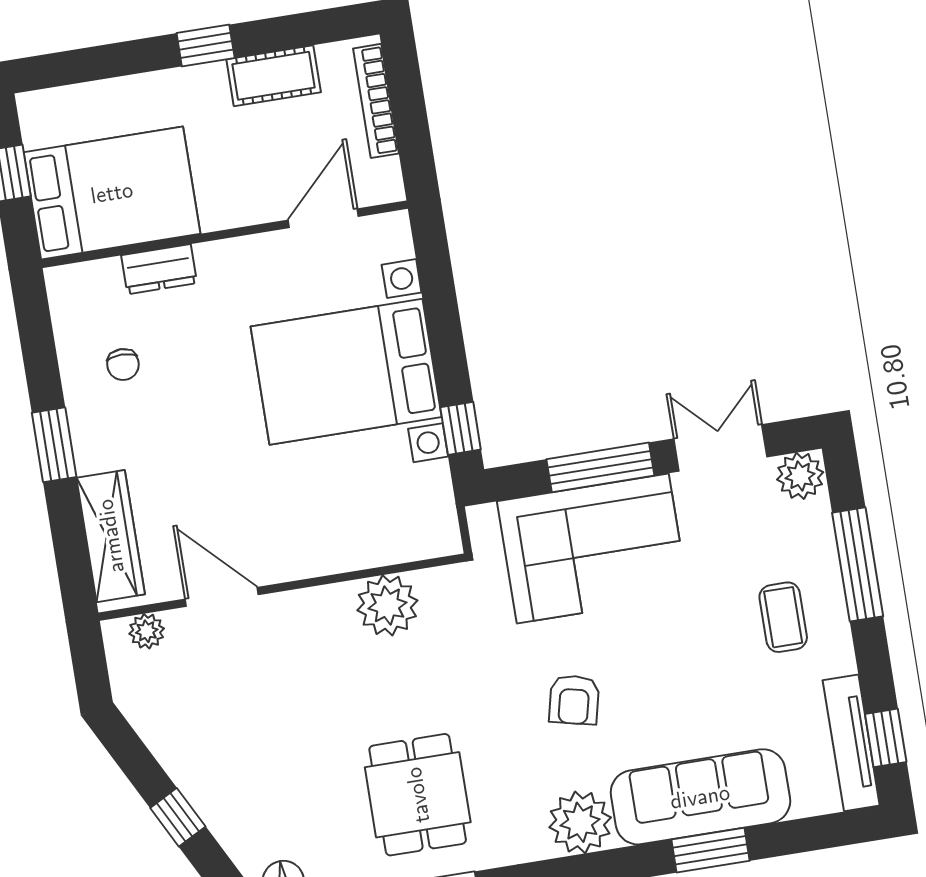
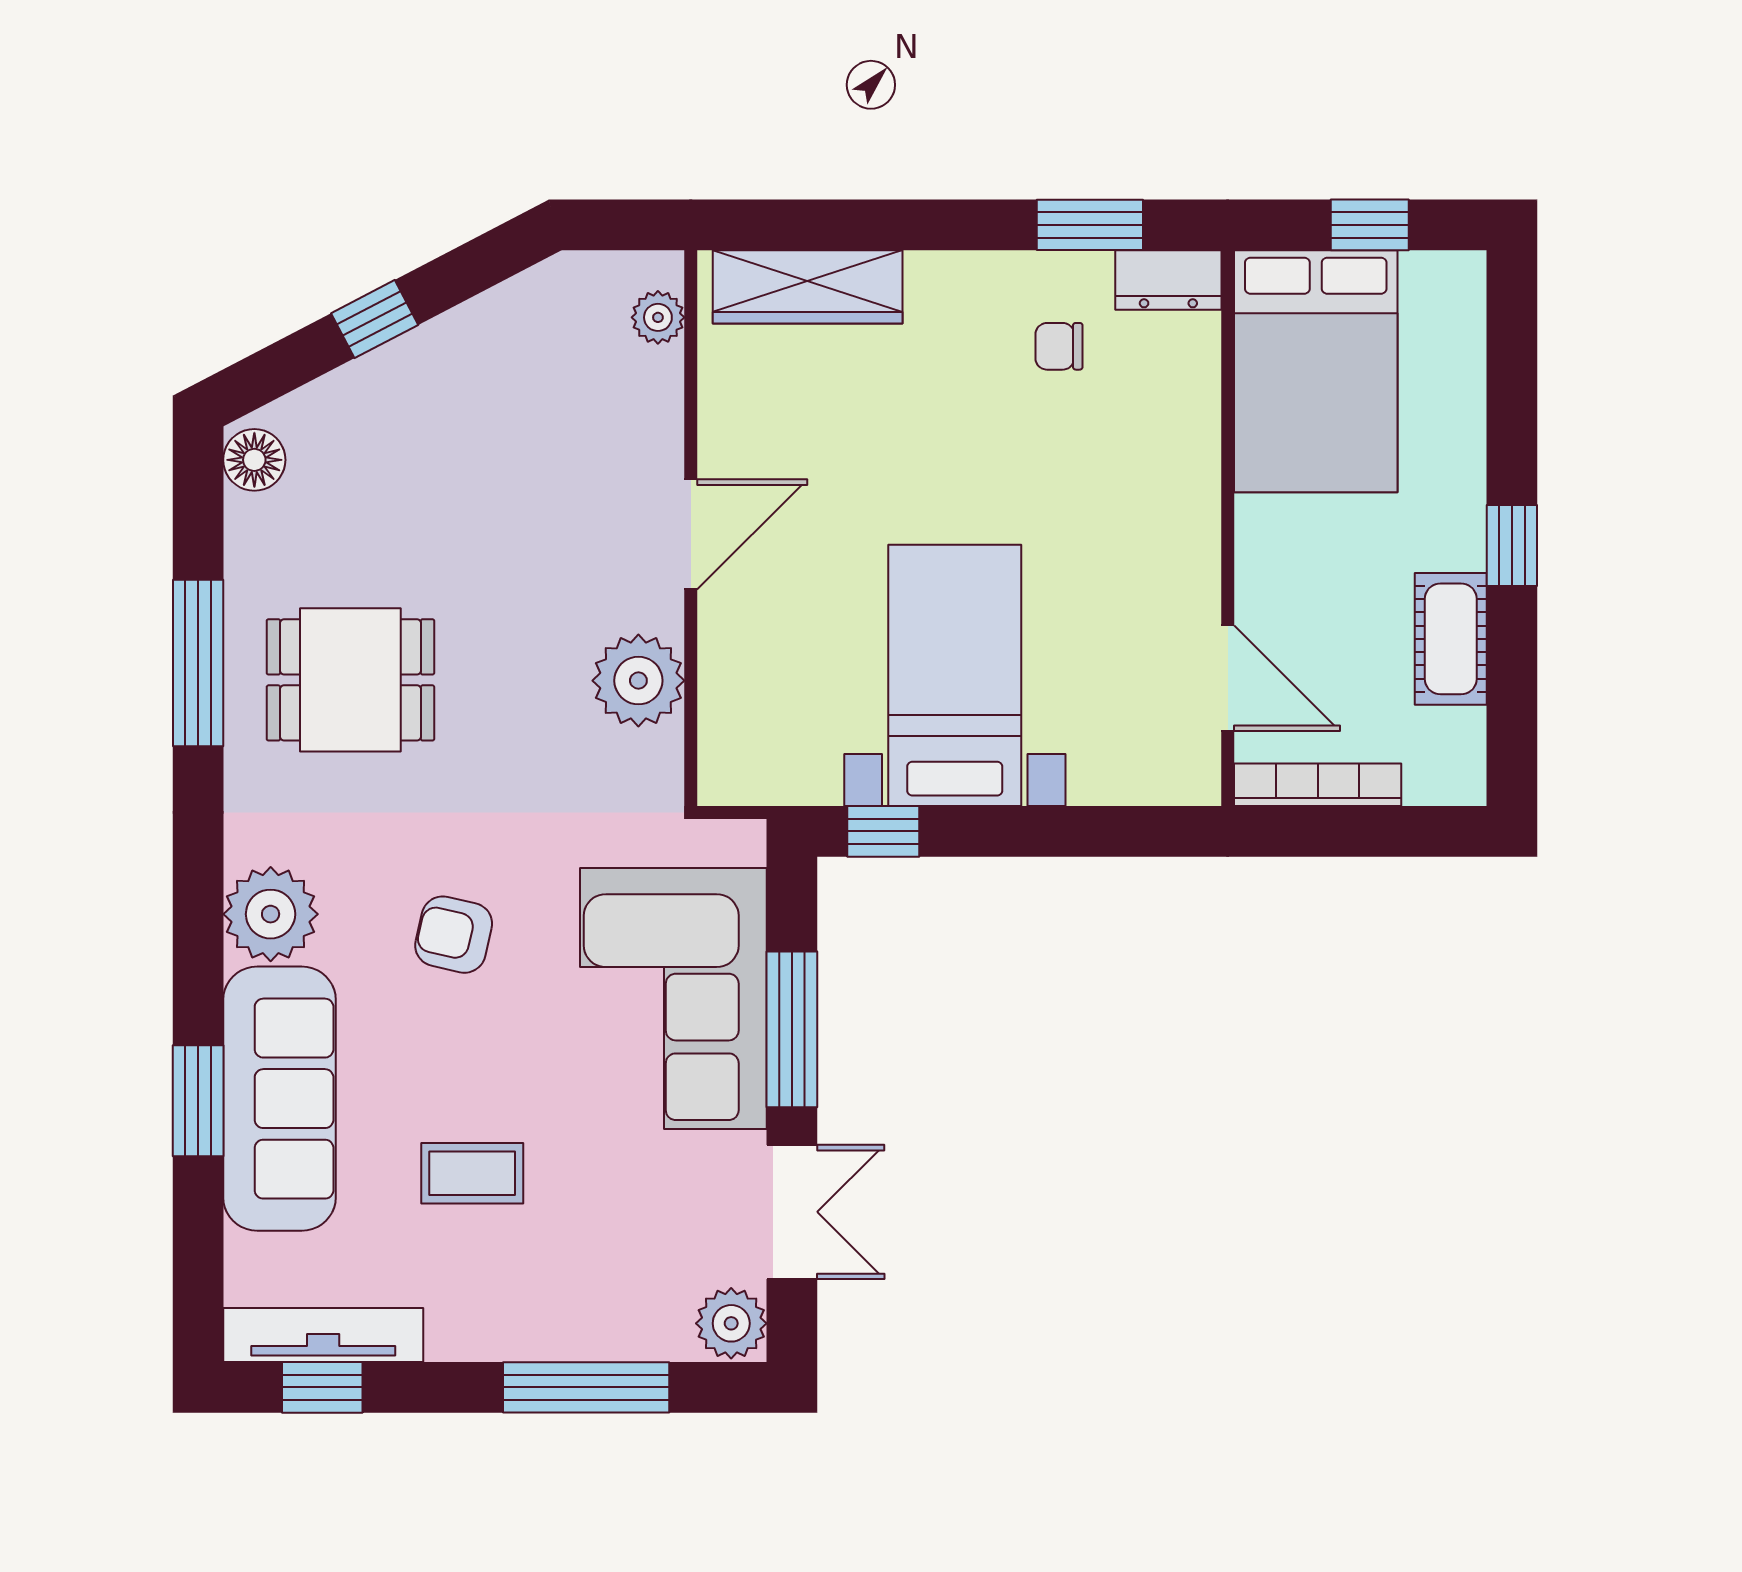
bookcase: (376, 101) -> (1318, 785), moved
dresser: (159, 269) -> (1168, 280), moved, turned -90
bed with nightstands: (346, 372) -> (955, 675), width x0.73
window: (54, 445) -> (1090, 225), moved
door: (222, 597) -> (691, 534), moved
coffee table: (783, 617) -> (472, 1173), moved

